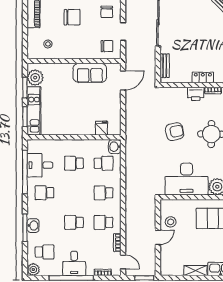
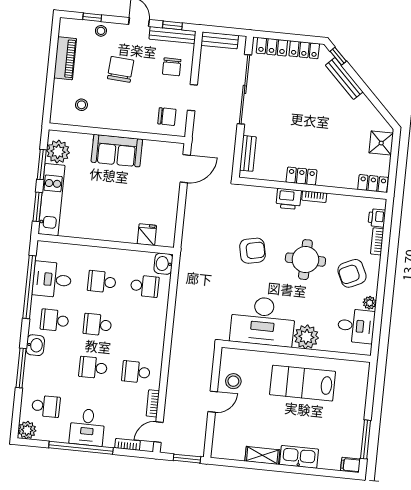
chair: (72, 17) -> (121, 69), turned -86
sofa: (90, 73) -> (117, 151), moved
school desk: (104, 193) -> (97, 325), moved
washbasin: (33, 226) -> (35, 345), moved
door: (123, 262) -> (158, 432), swing flipped

